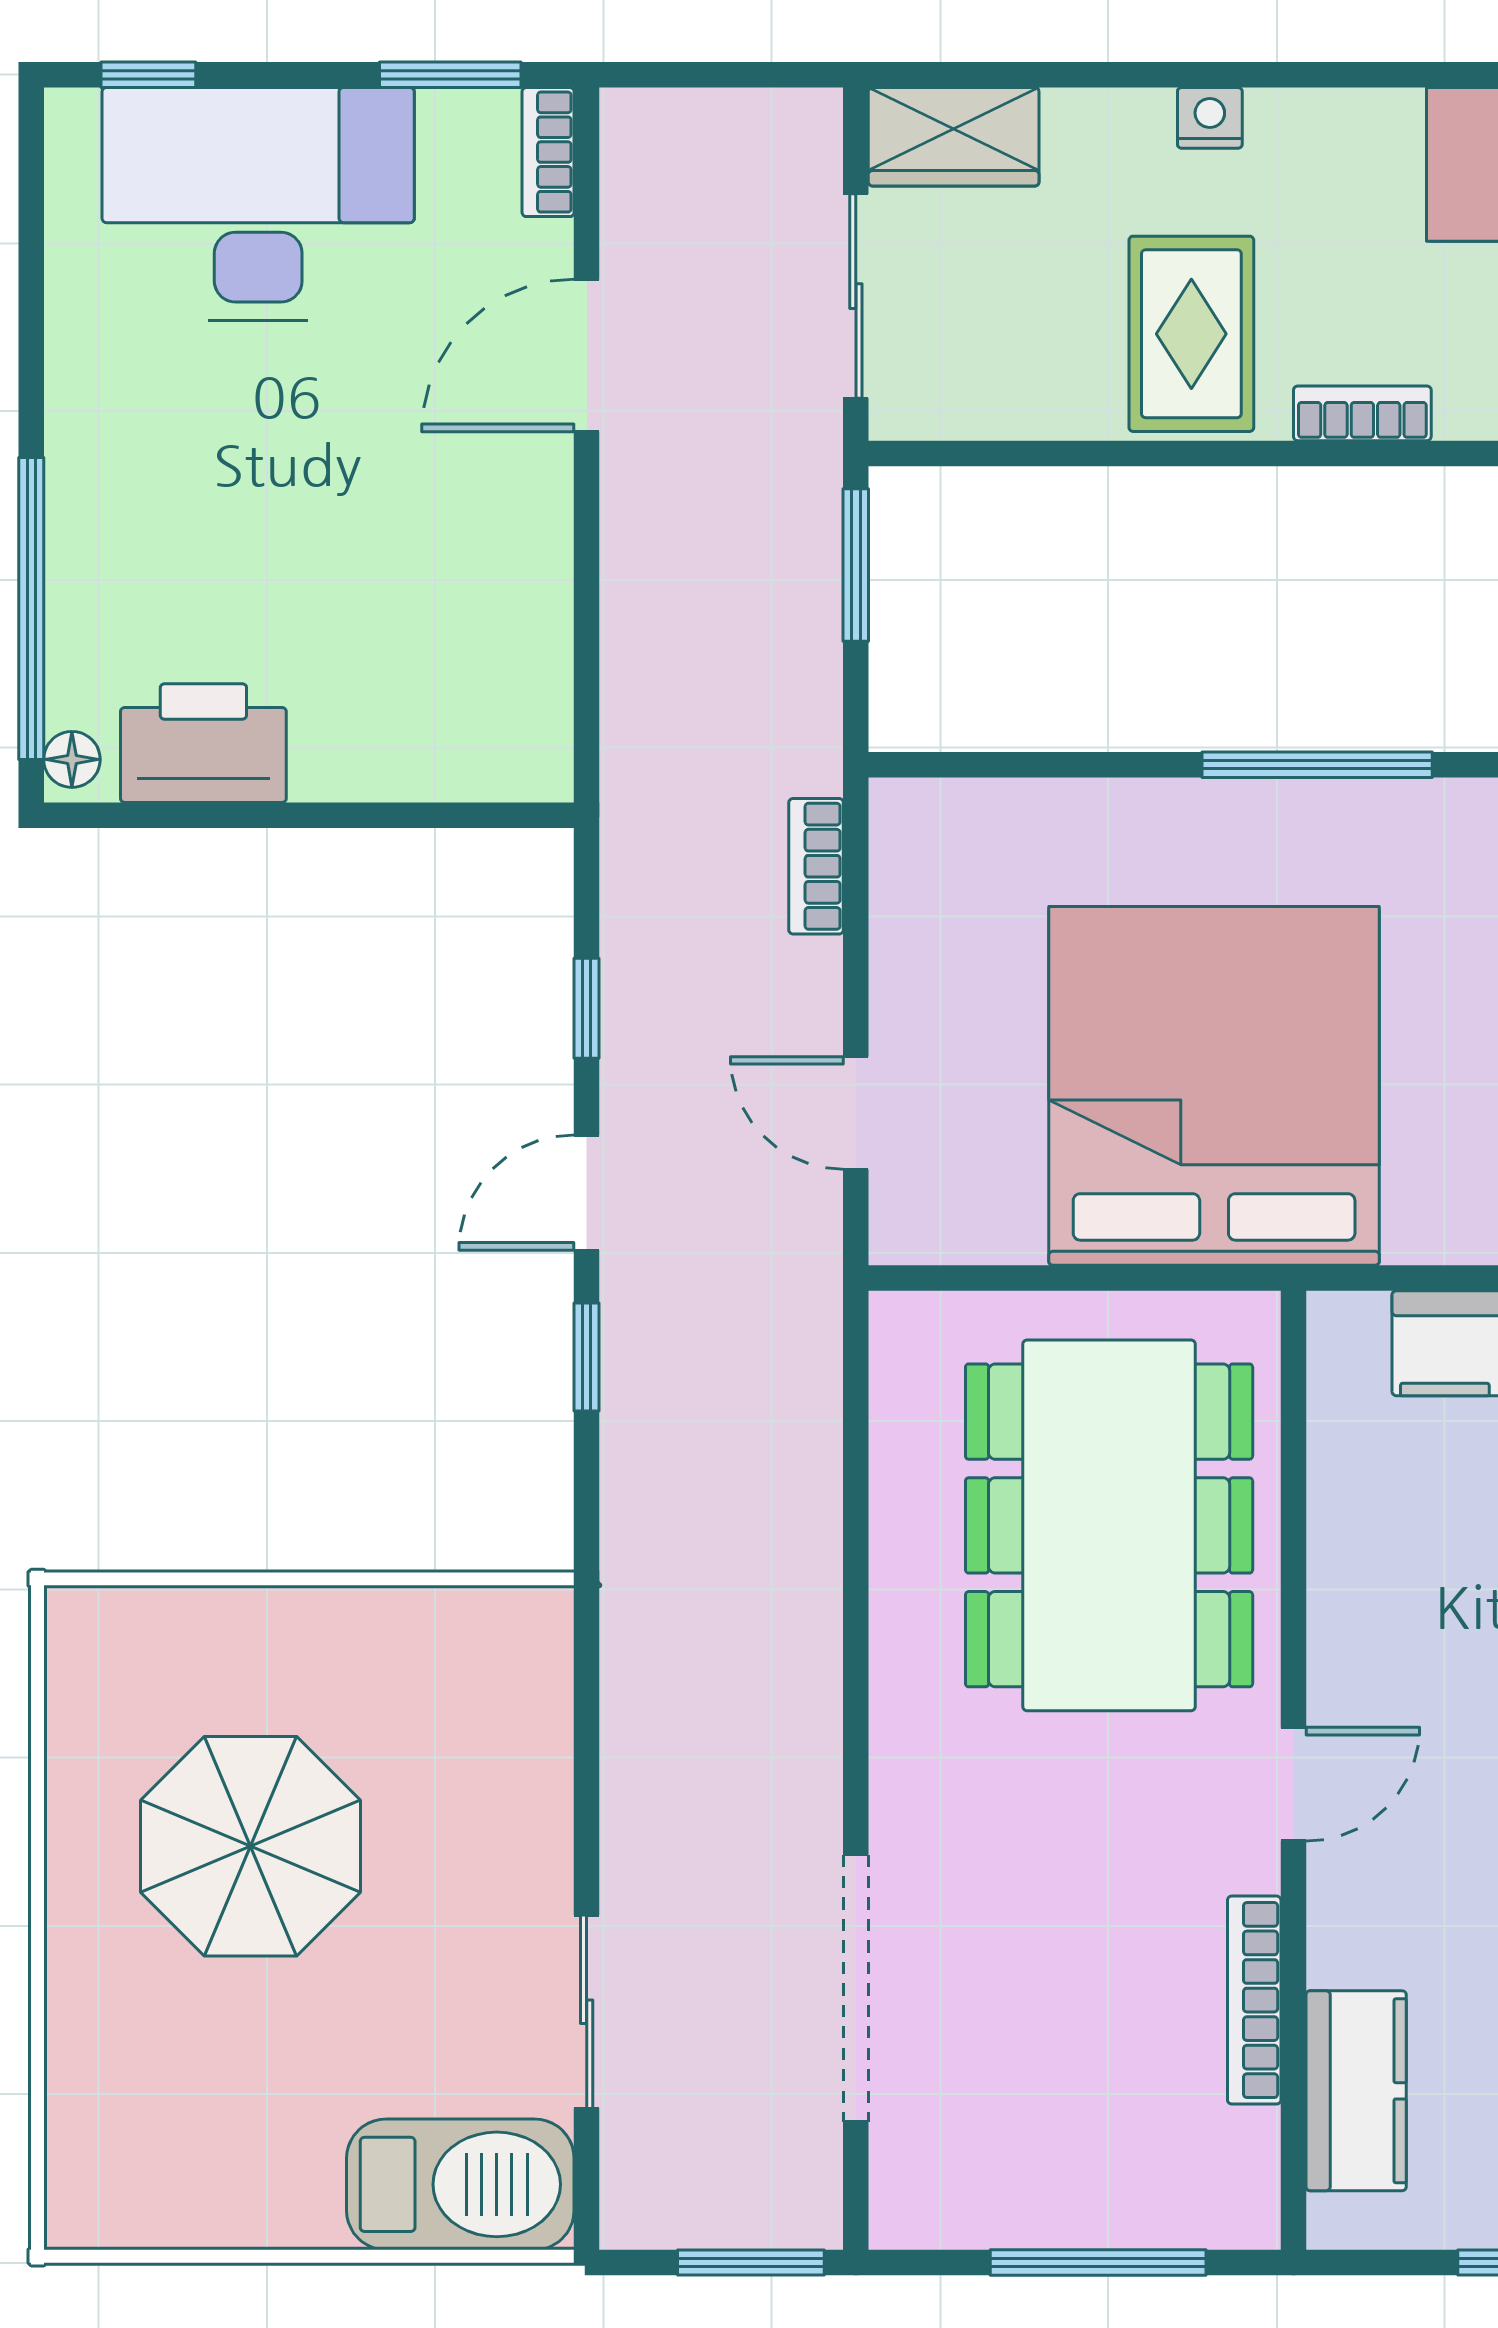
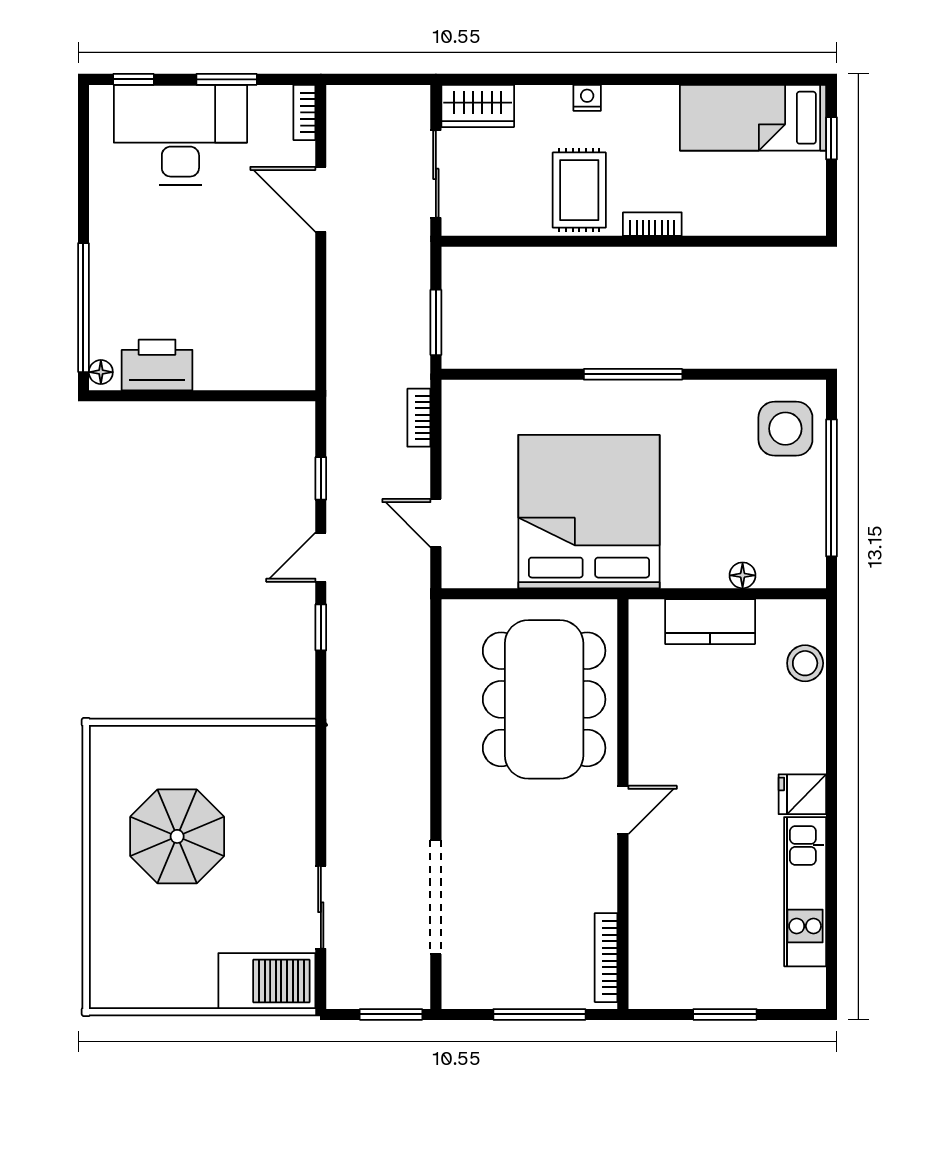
window: (450, 75) -> (227, 79), moved
door: (587, 355) -> (321, 199), hinge flipped
window: (856, 565) -> (436, 322), moved
bookcase: (1254, 2000) -> (606, 958), moved
kitchen counter: (1356, 2091) -> (650, 941), removed

